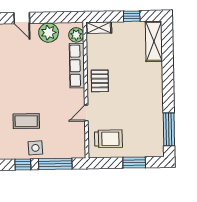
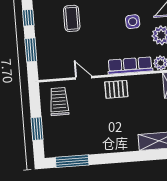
trolley: (108, 139) -> (59, 102), turned 180
side table: (35, 148) -> (133, 22), moved
window: (55, 164) -> (31, 50), width x0.69

